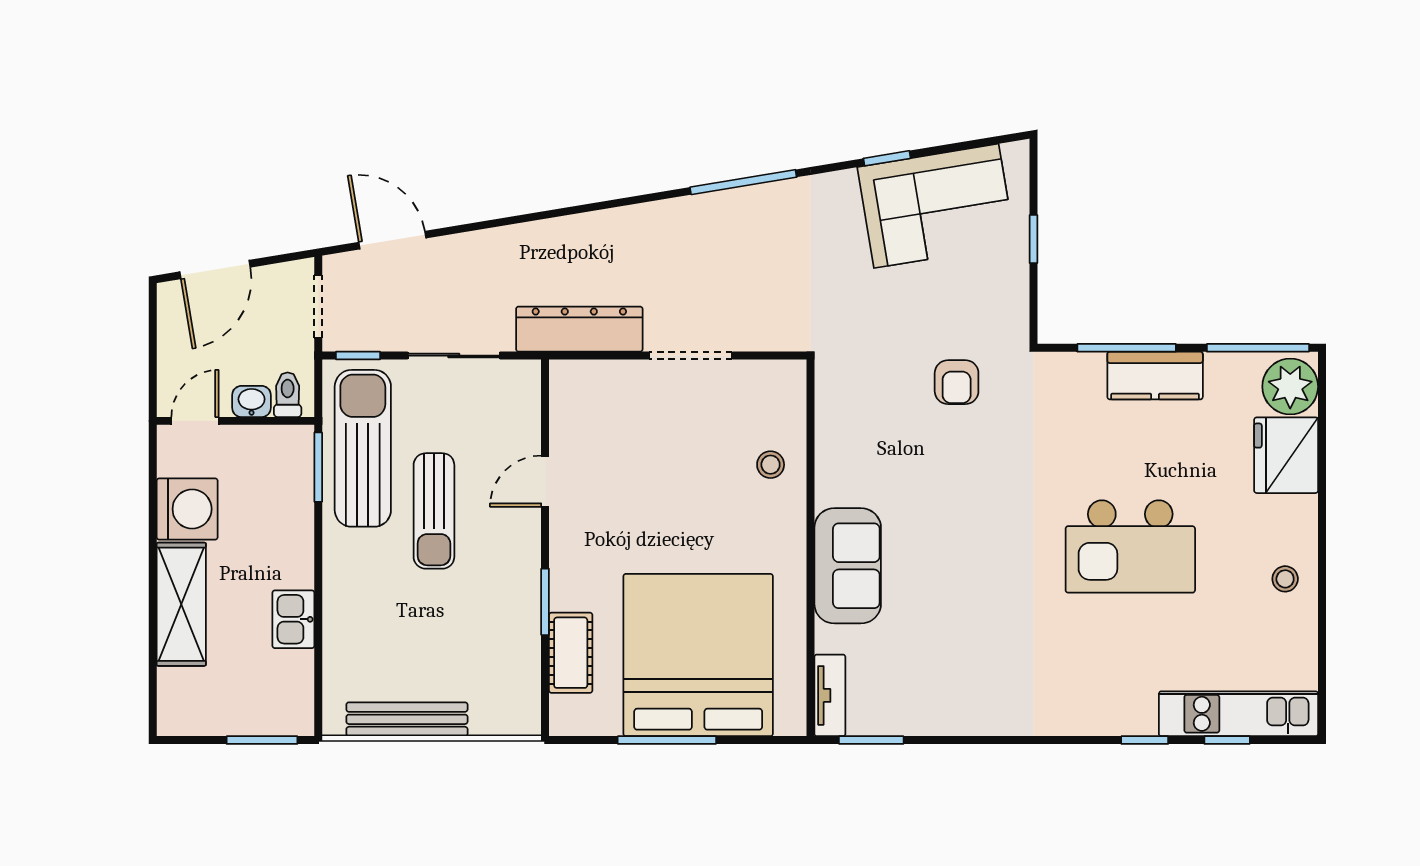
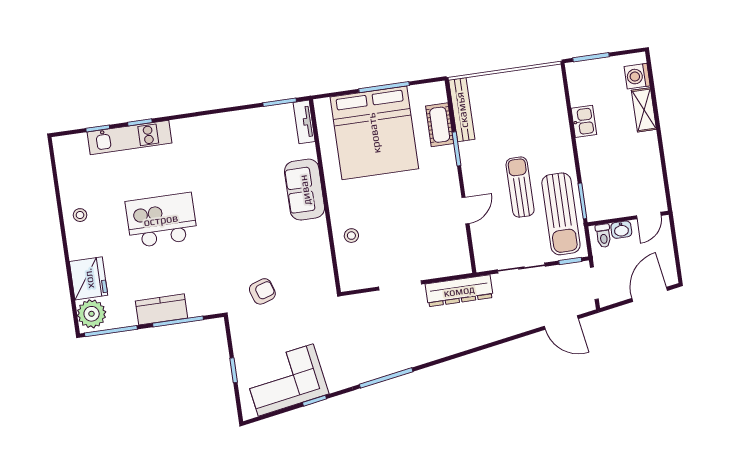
armchair: (957, 382) -> (262, 291), turned 72
washing machine: (187, 509) -> (637, 76), moved, width x0.73, depth x0.73
shelving: (181, 604) -> (644, 110), width x0.67, depth x0.75
kitchen unit: (1238, 714) -> (130, 138), moved
bench: (407, 719) -> (462, 110), moved, turned 90

